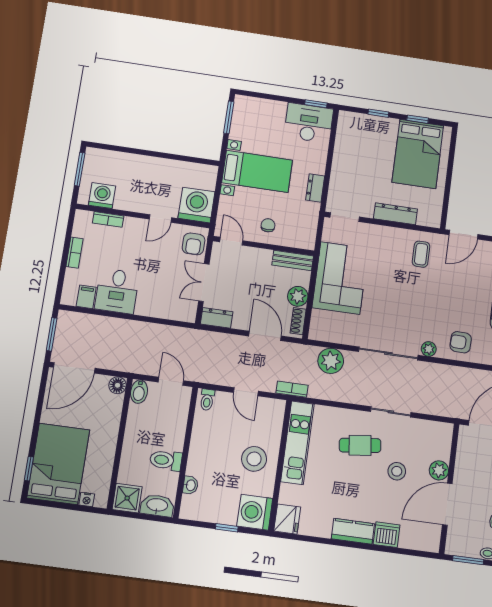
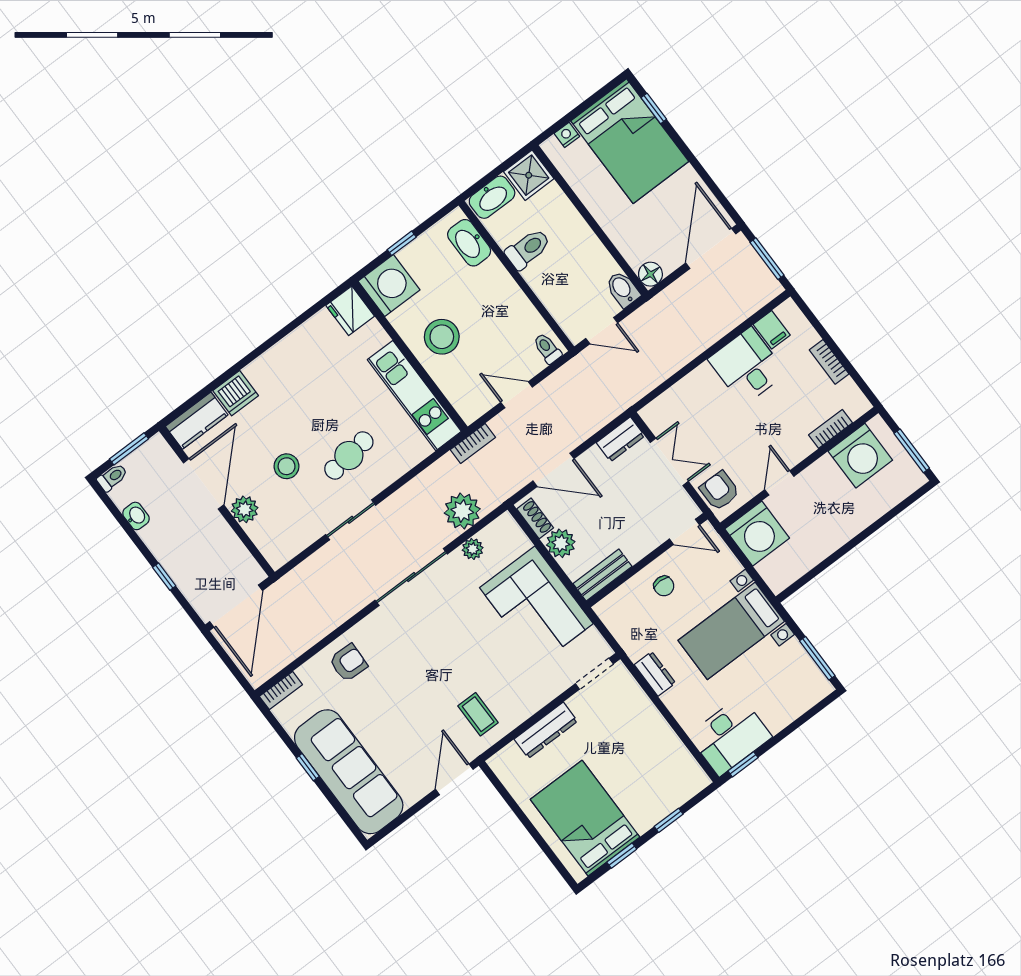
washing machine: (102, 196) -> (860, 456), width x1.37, depth x1.37
plant: (429, 349) -> (473, 549), moved
washbasin: (190, 485) -> (469, 243), width x1.91, depth x1.45
kitchen counter: (353, 531) -> (197, 421), moved

